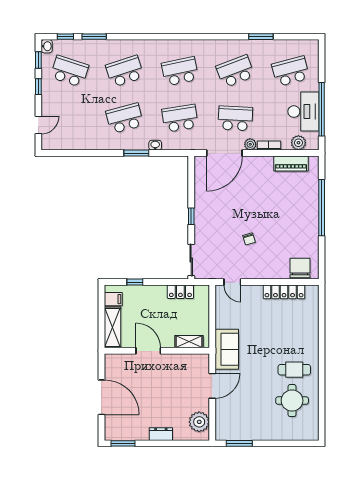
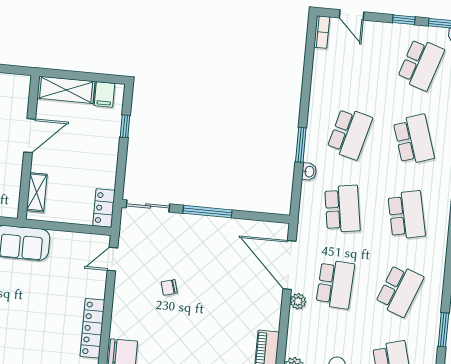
school desk: (235, 71) -> (399, 290), turned 42
school desk: (125, 118) -> (350, 133), turned 30
bookcase: (269, 146) -> (322, 32), moved
window: (191, 216) -> (207, 212), width x2.17
locker: (180, 292) -> (104, 208), moved

